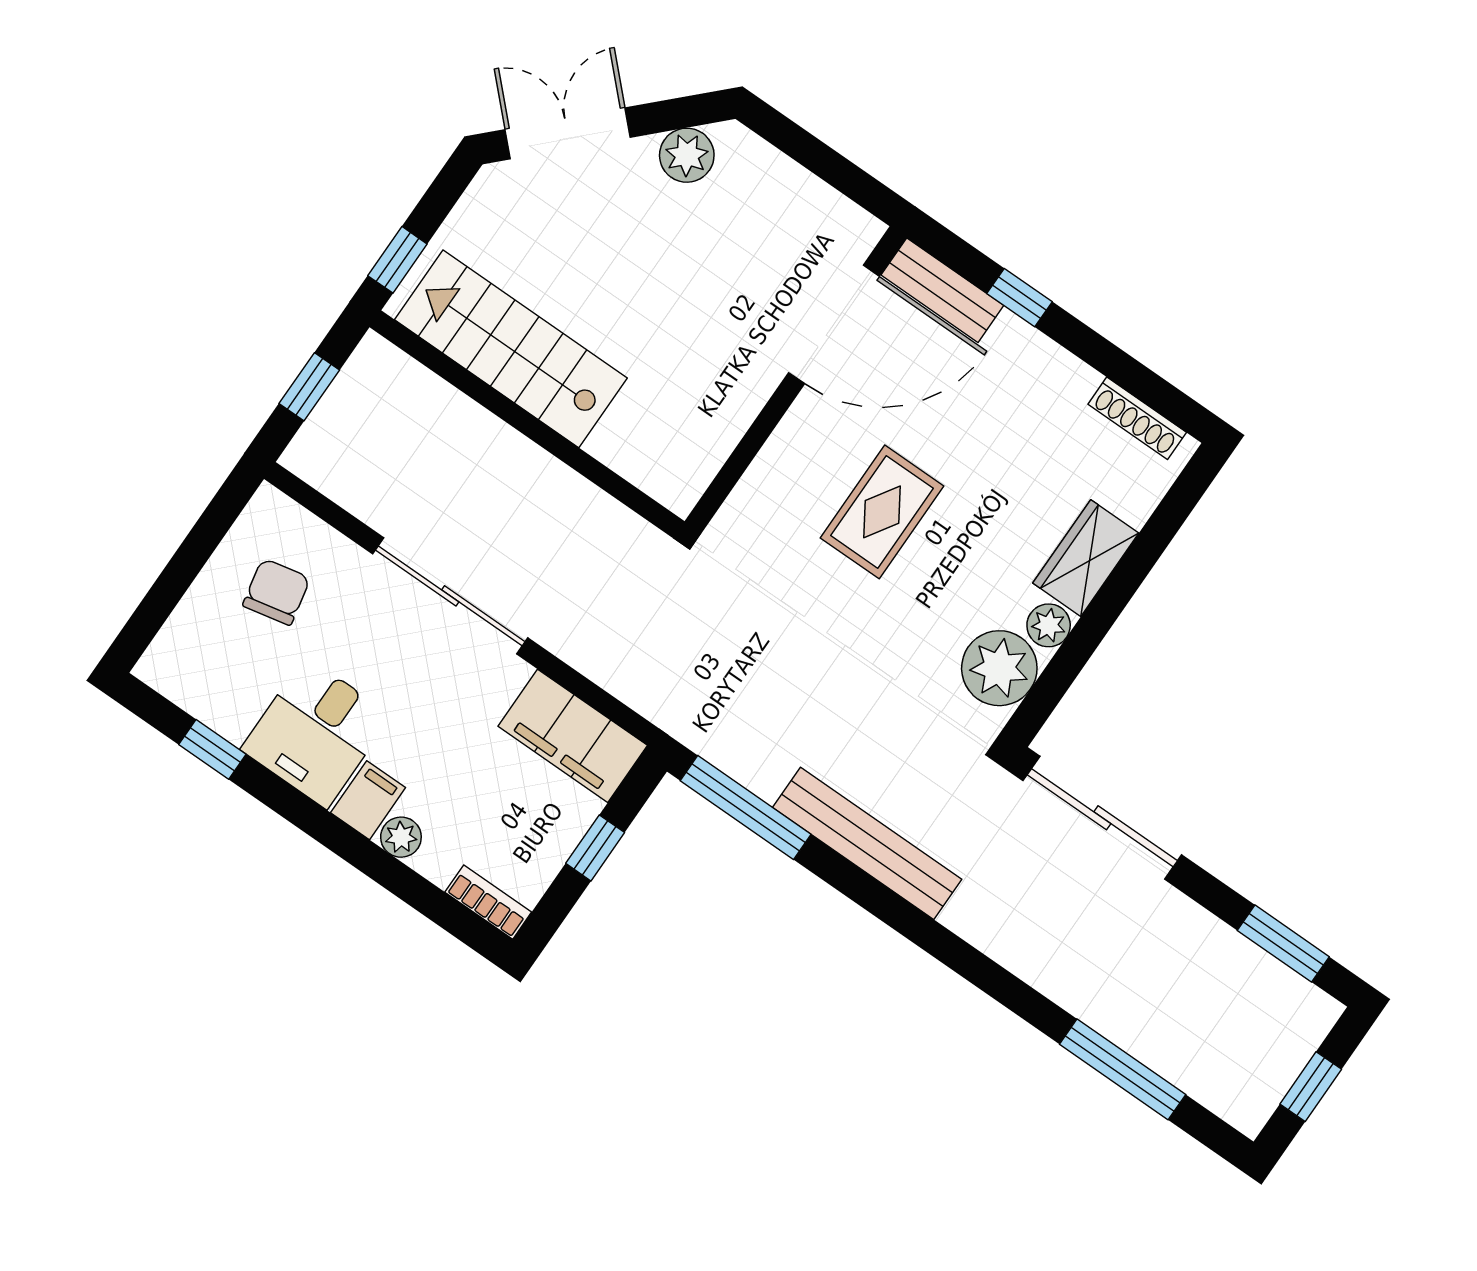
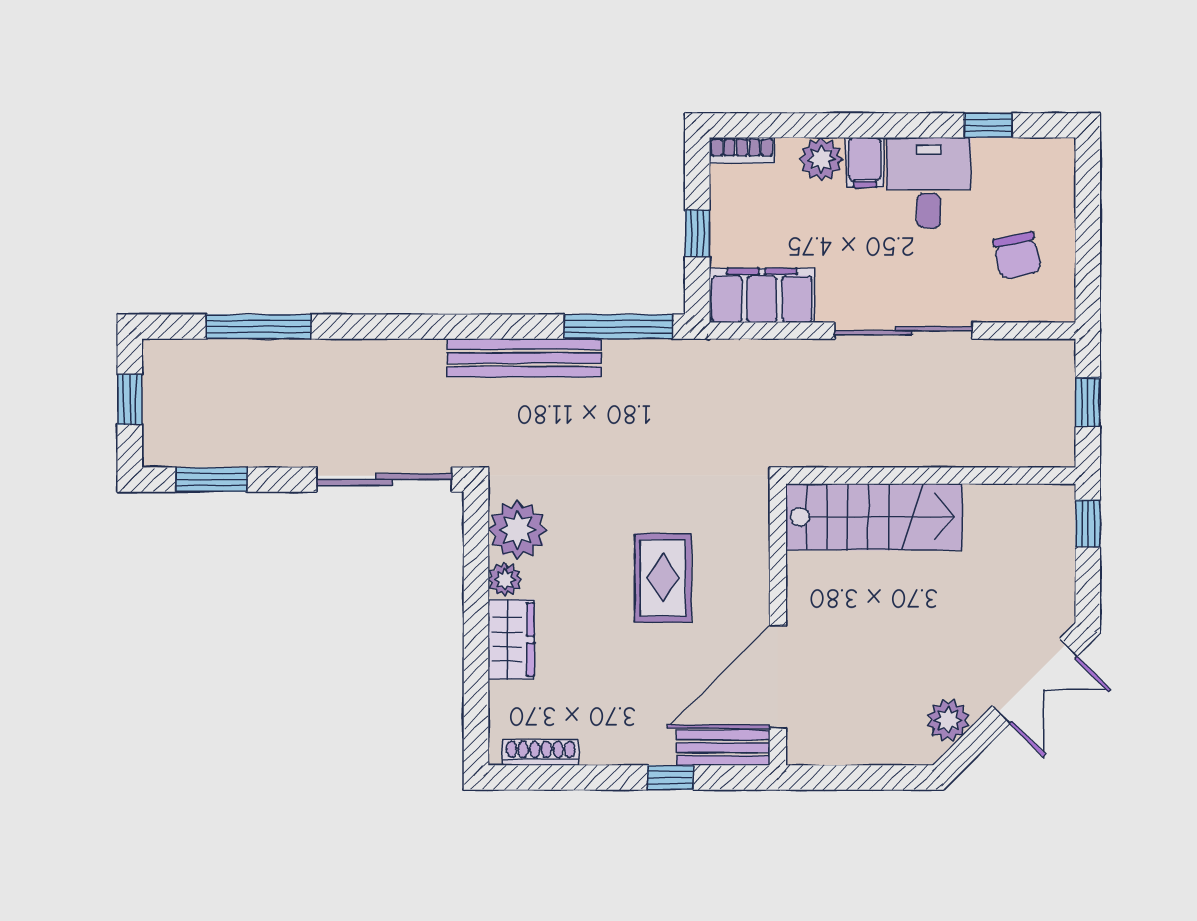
stairs: (511, 349) -> (874, 517), moved
plant: (401, 837) -> (821, 159), width x1.38, depth x1.38

